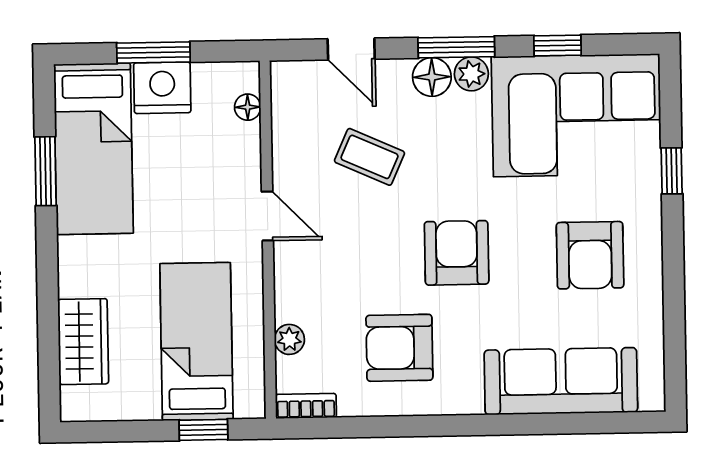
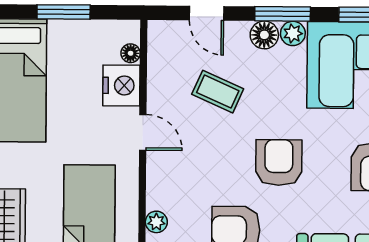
nightstand: (162, 88) -> (121, 85), moved, turned 90

